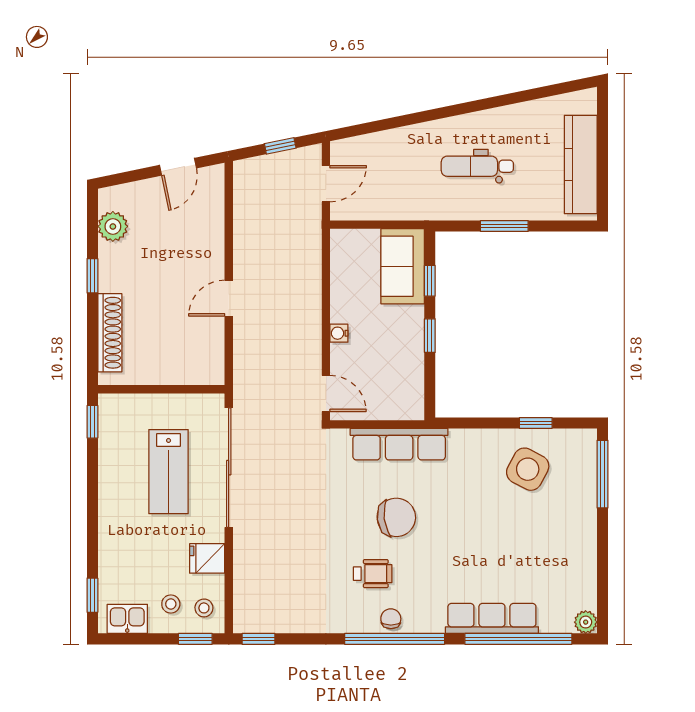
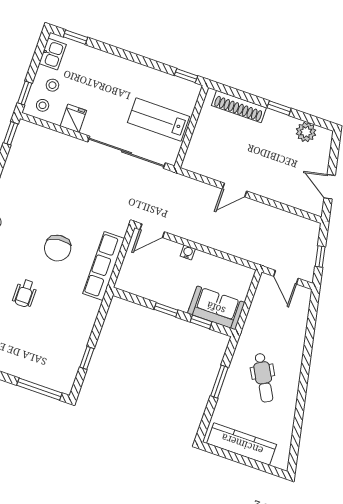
dental chair: (477, 166) -> (263, 378), turned 151
door: (229, 298) -> (235, 190), swing flipped
side table: (528, 469) -> (59, 343), removed
lab bench: (169, 472) -> (159, 119), moved
wheelchair: (373, 574) -> (25, 293), moved

